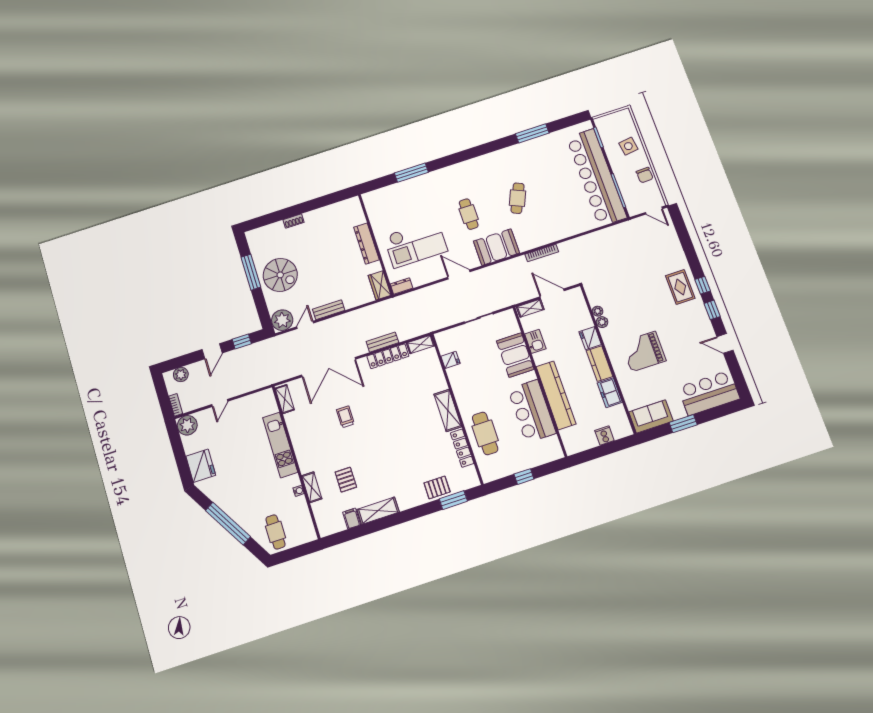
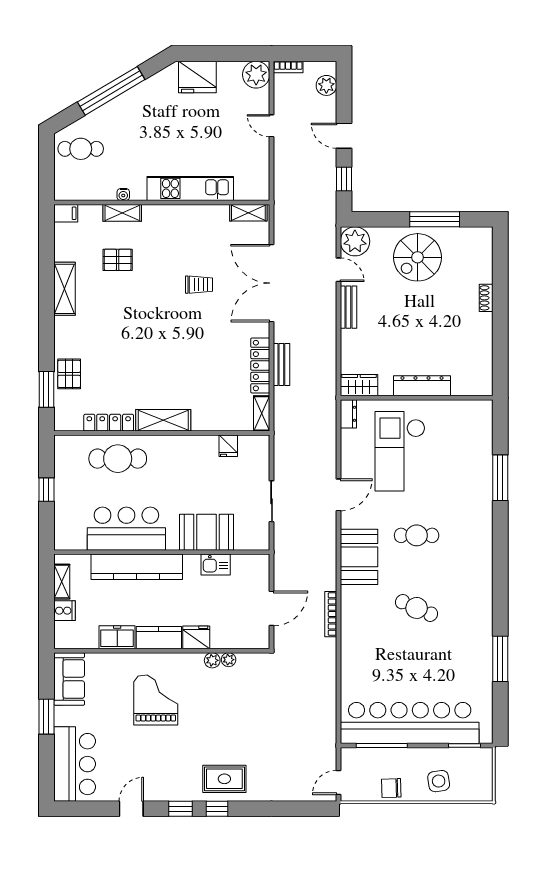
shelving: (530, 308) -> (62, 582), moved
filing cabinet: (352, 518) -> (66, 213), moved

